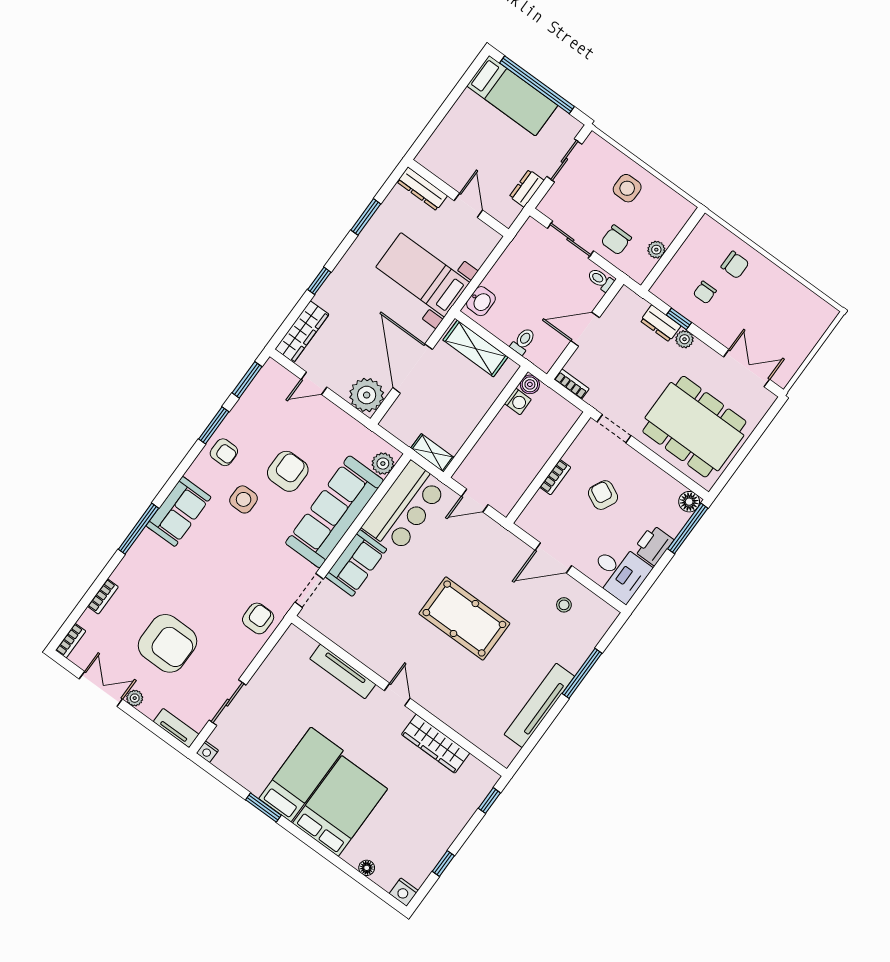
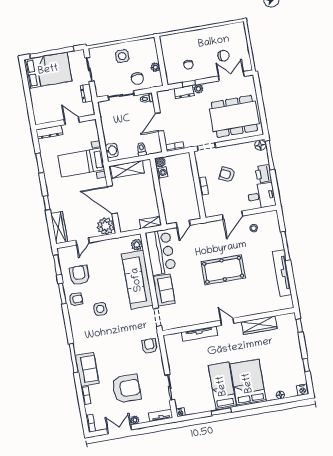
bed: (512, 96) -> (48, 70), width x1.50
chair: (735, 265) -> (224, 56), moved
armchair: (288, 471) -> (79, 275), moved
sofa: (179, 511) -> (87, 369), moved

